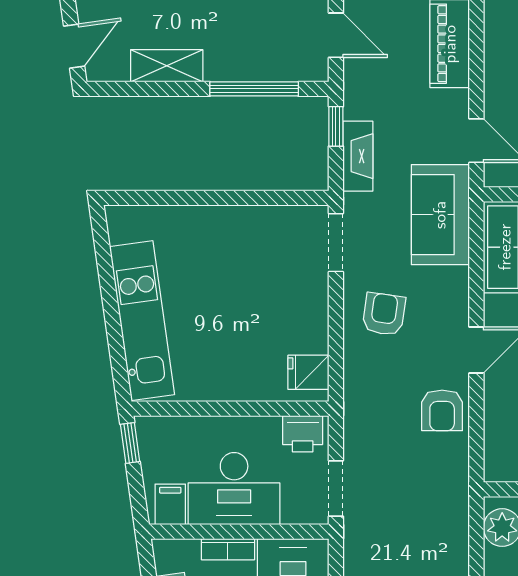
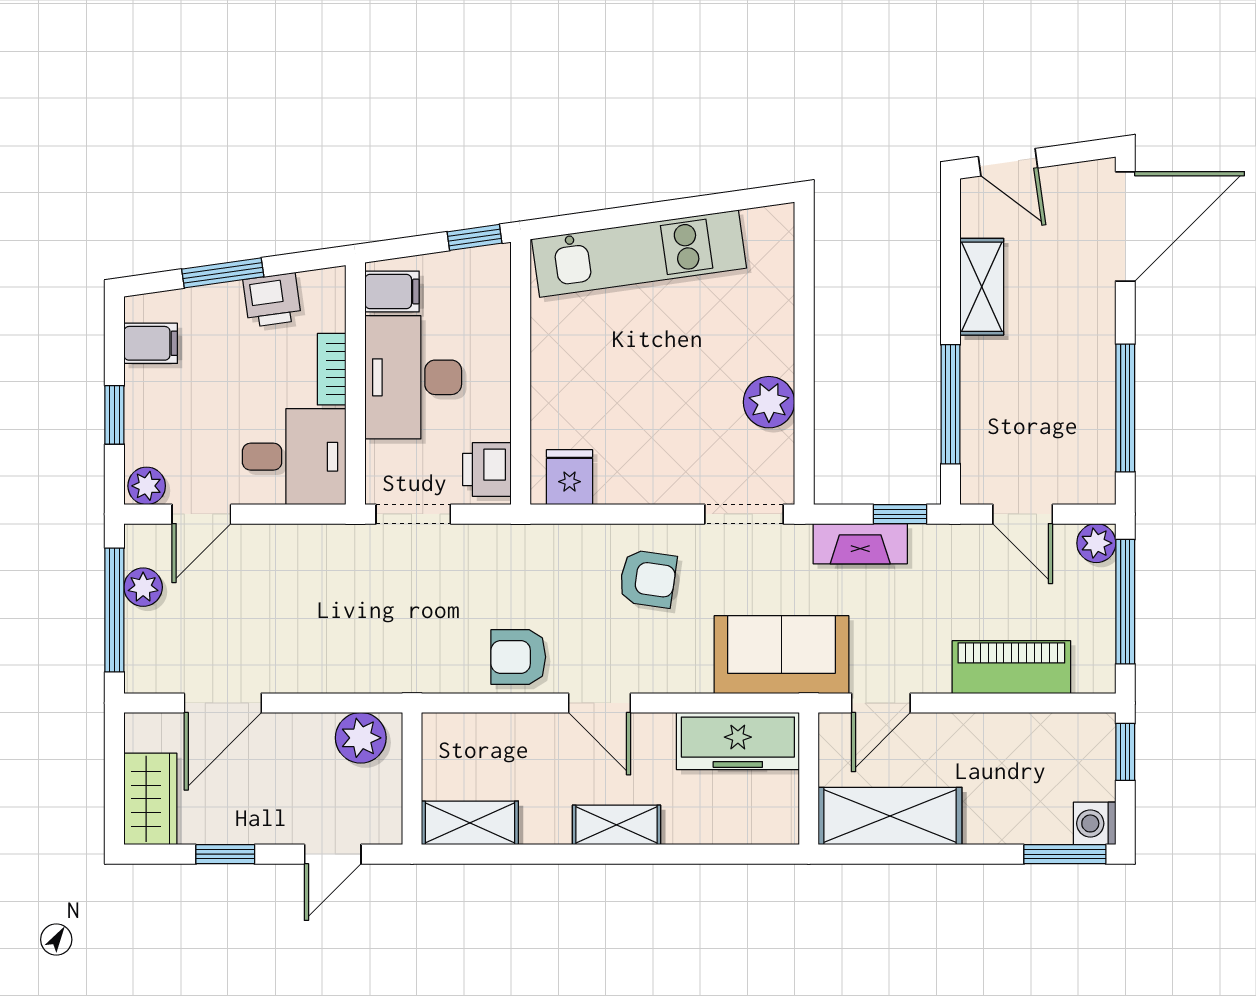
door: (336, 35) -> (1023, 514), hinge flipped
plant: (253, 224) -> (769, 402), added

